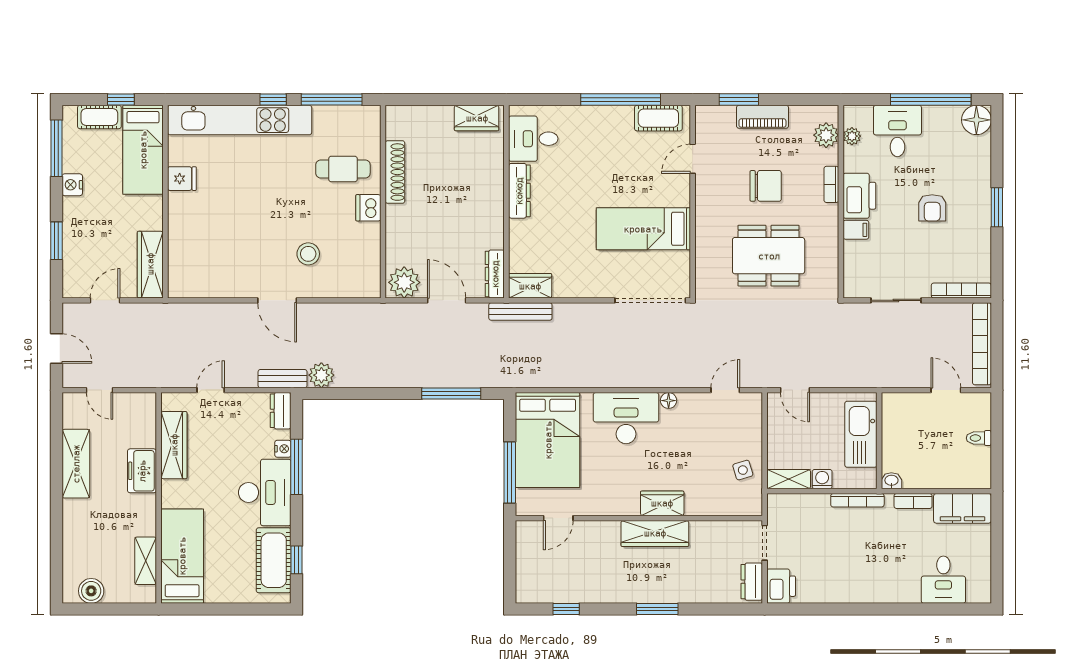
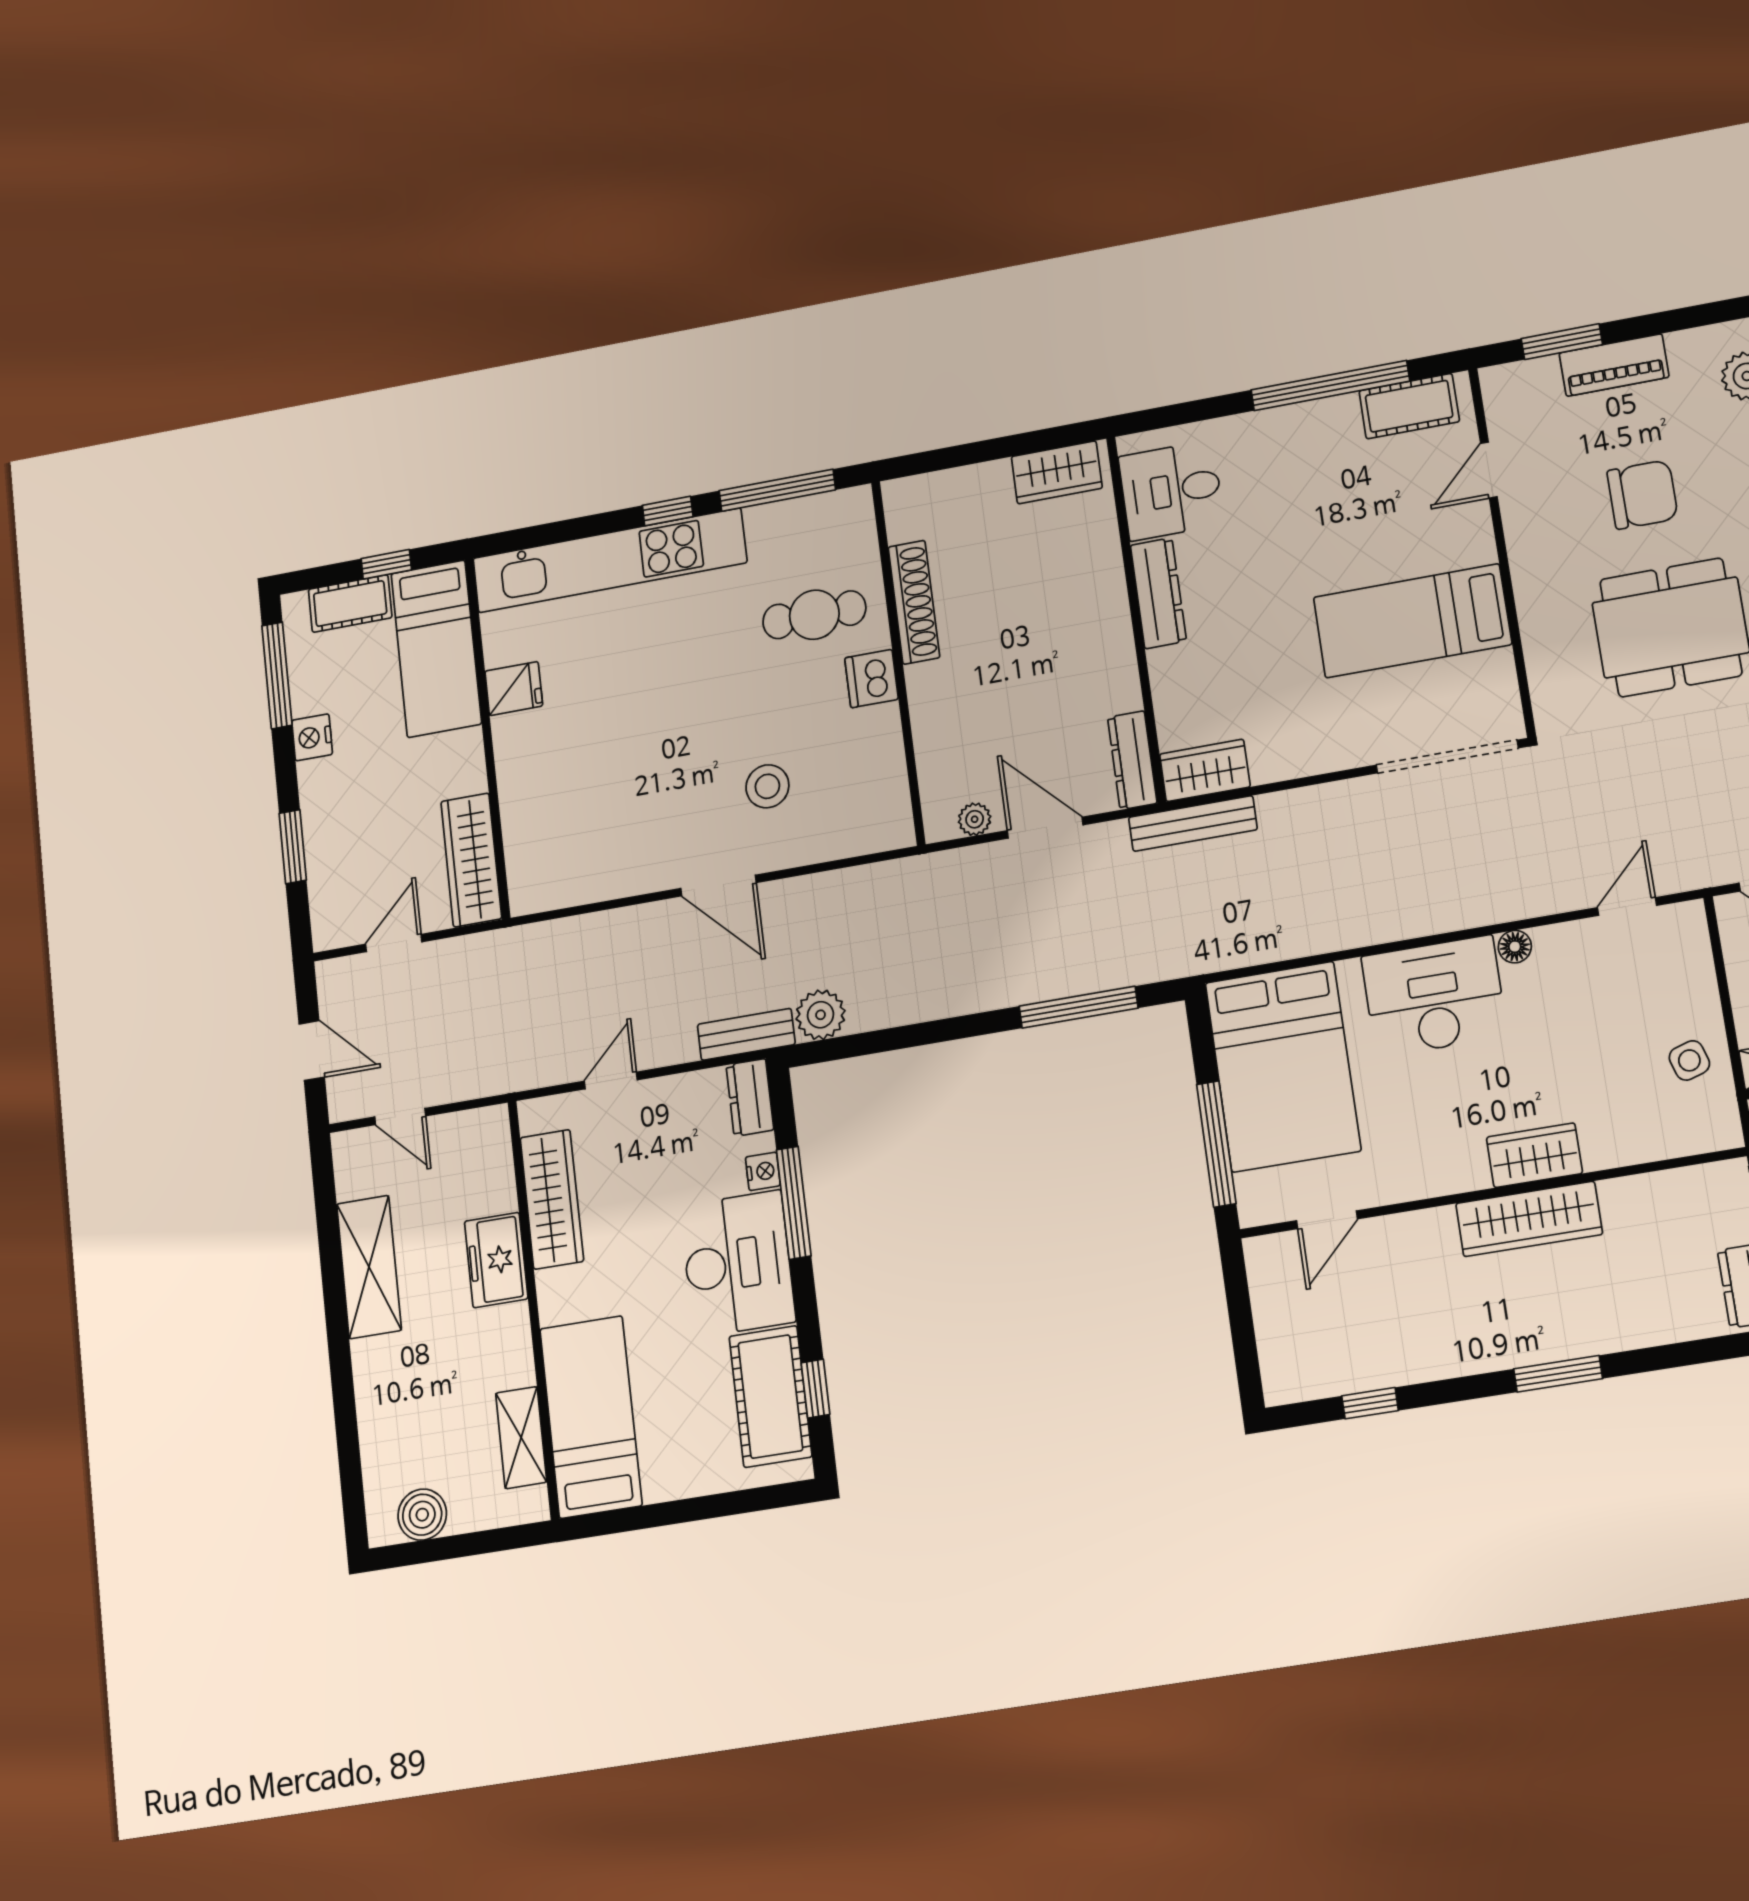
plant: (404, 282) -> (975, 819), width x0.53, depth x0.53

